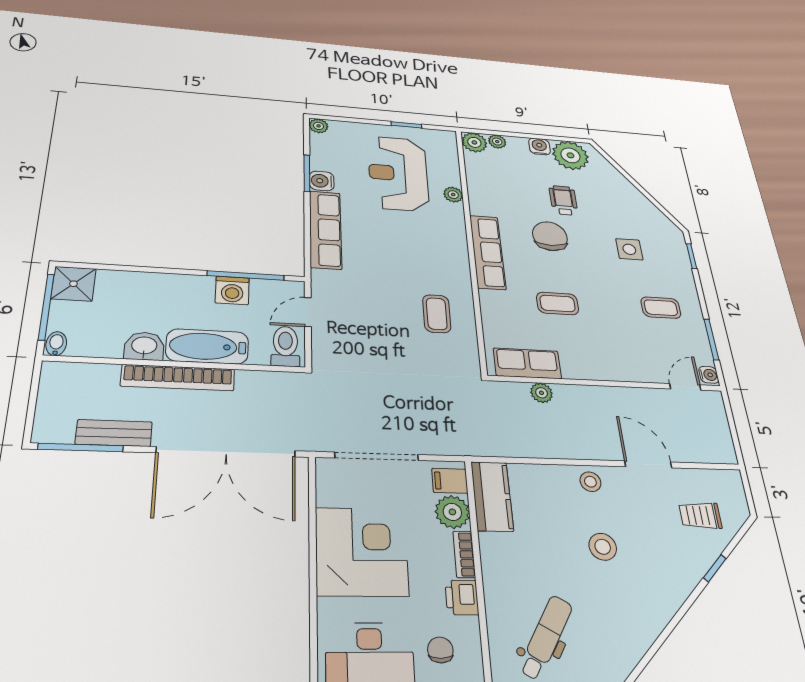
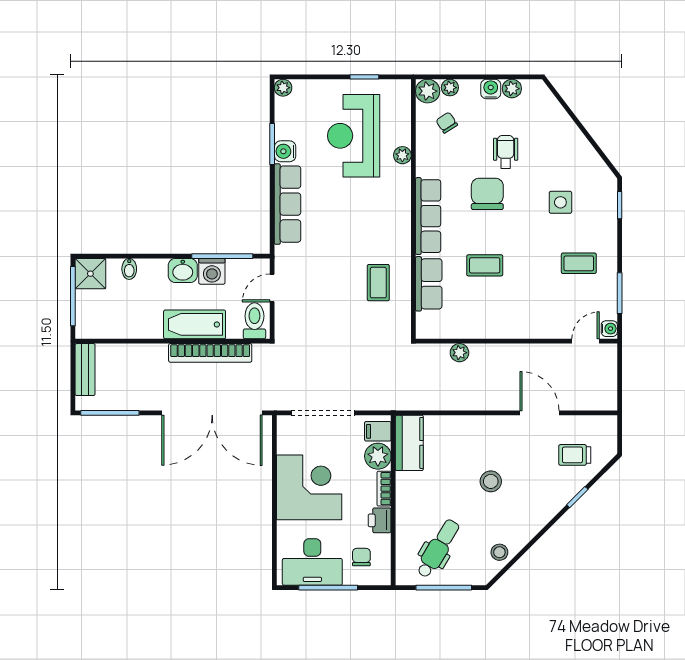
plant: (570, 155) -> (512, 89), width x0.53, depth x0.53
chair: (498, 170) -> (447, 123), added
bidet: (56, 344) -> (129, 269), moved, turned 180
washbasin: (144, 346) -> (183, 270), moved, turned 180
row of seats: (527, 363) -> (429, 284), moved, turned 90
bookcase: (178, 378) -> (210, 353), moved
bench: (114, 433) -> (85, 370), moved, turned 90
stool: (590, 482) -> (499, 552), moved

